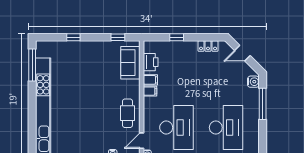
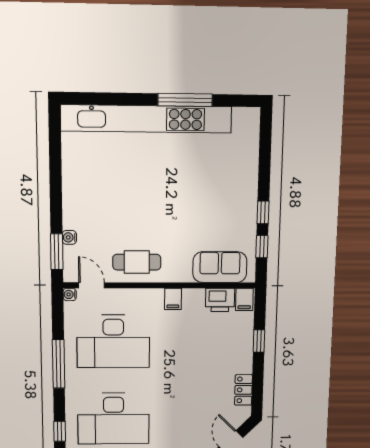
window: (73, 37) -> (263, 212), moved
window: (32, 65) -> (185, 100), moved
filing cabinet: (150, 80) -> (244, 299), moved

